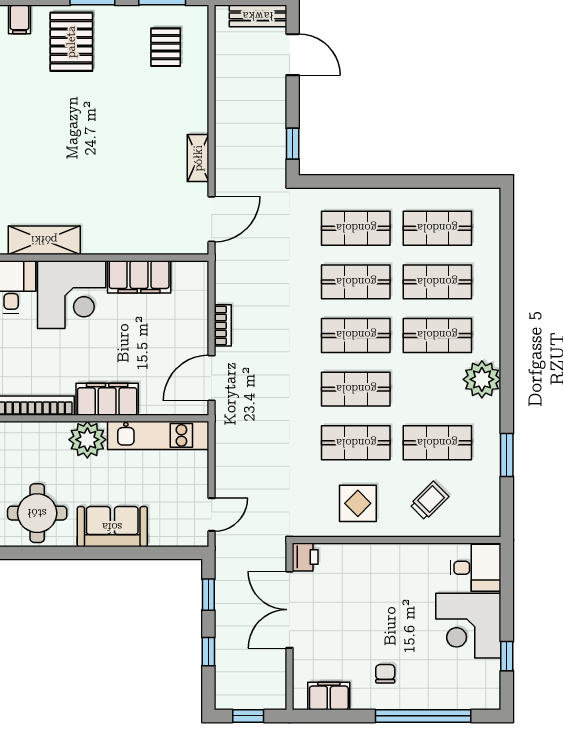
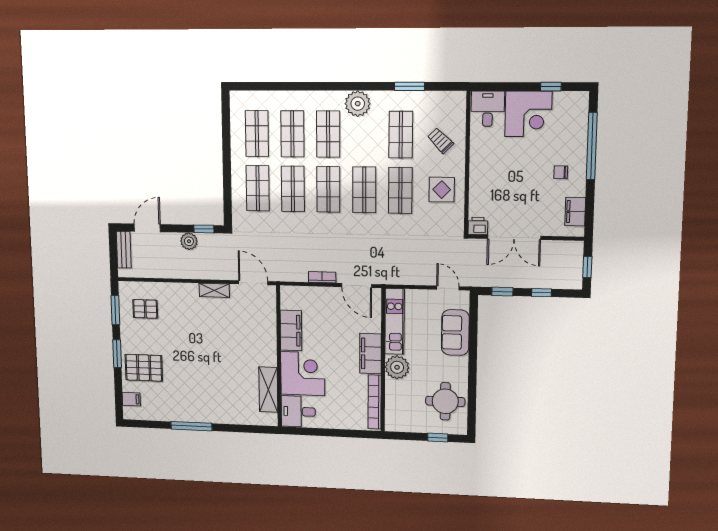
plant: (273, 120) -> (189, 241), added
sofa: (112, 527) -> (455, 333), moved

